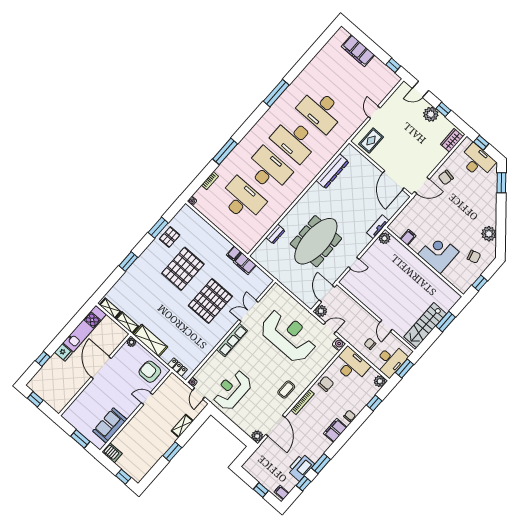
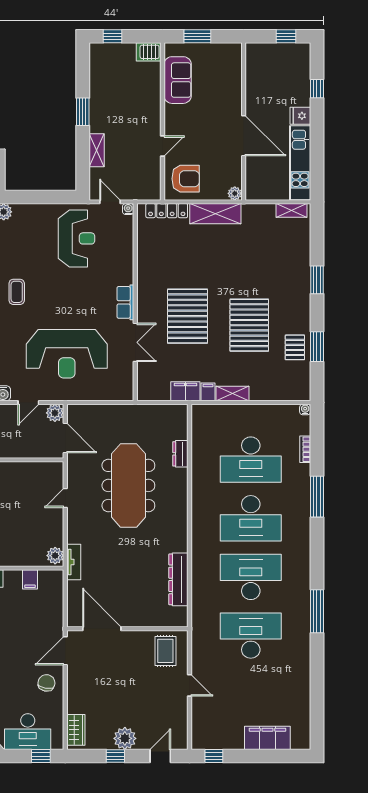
shelving: (127, 323) -> (232, 394), moved
row of seats: (232, 340) -> (125, 302), width x0.68
locker: (177, 367) -> (167, 211), width x1.53

